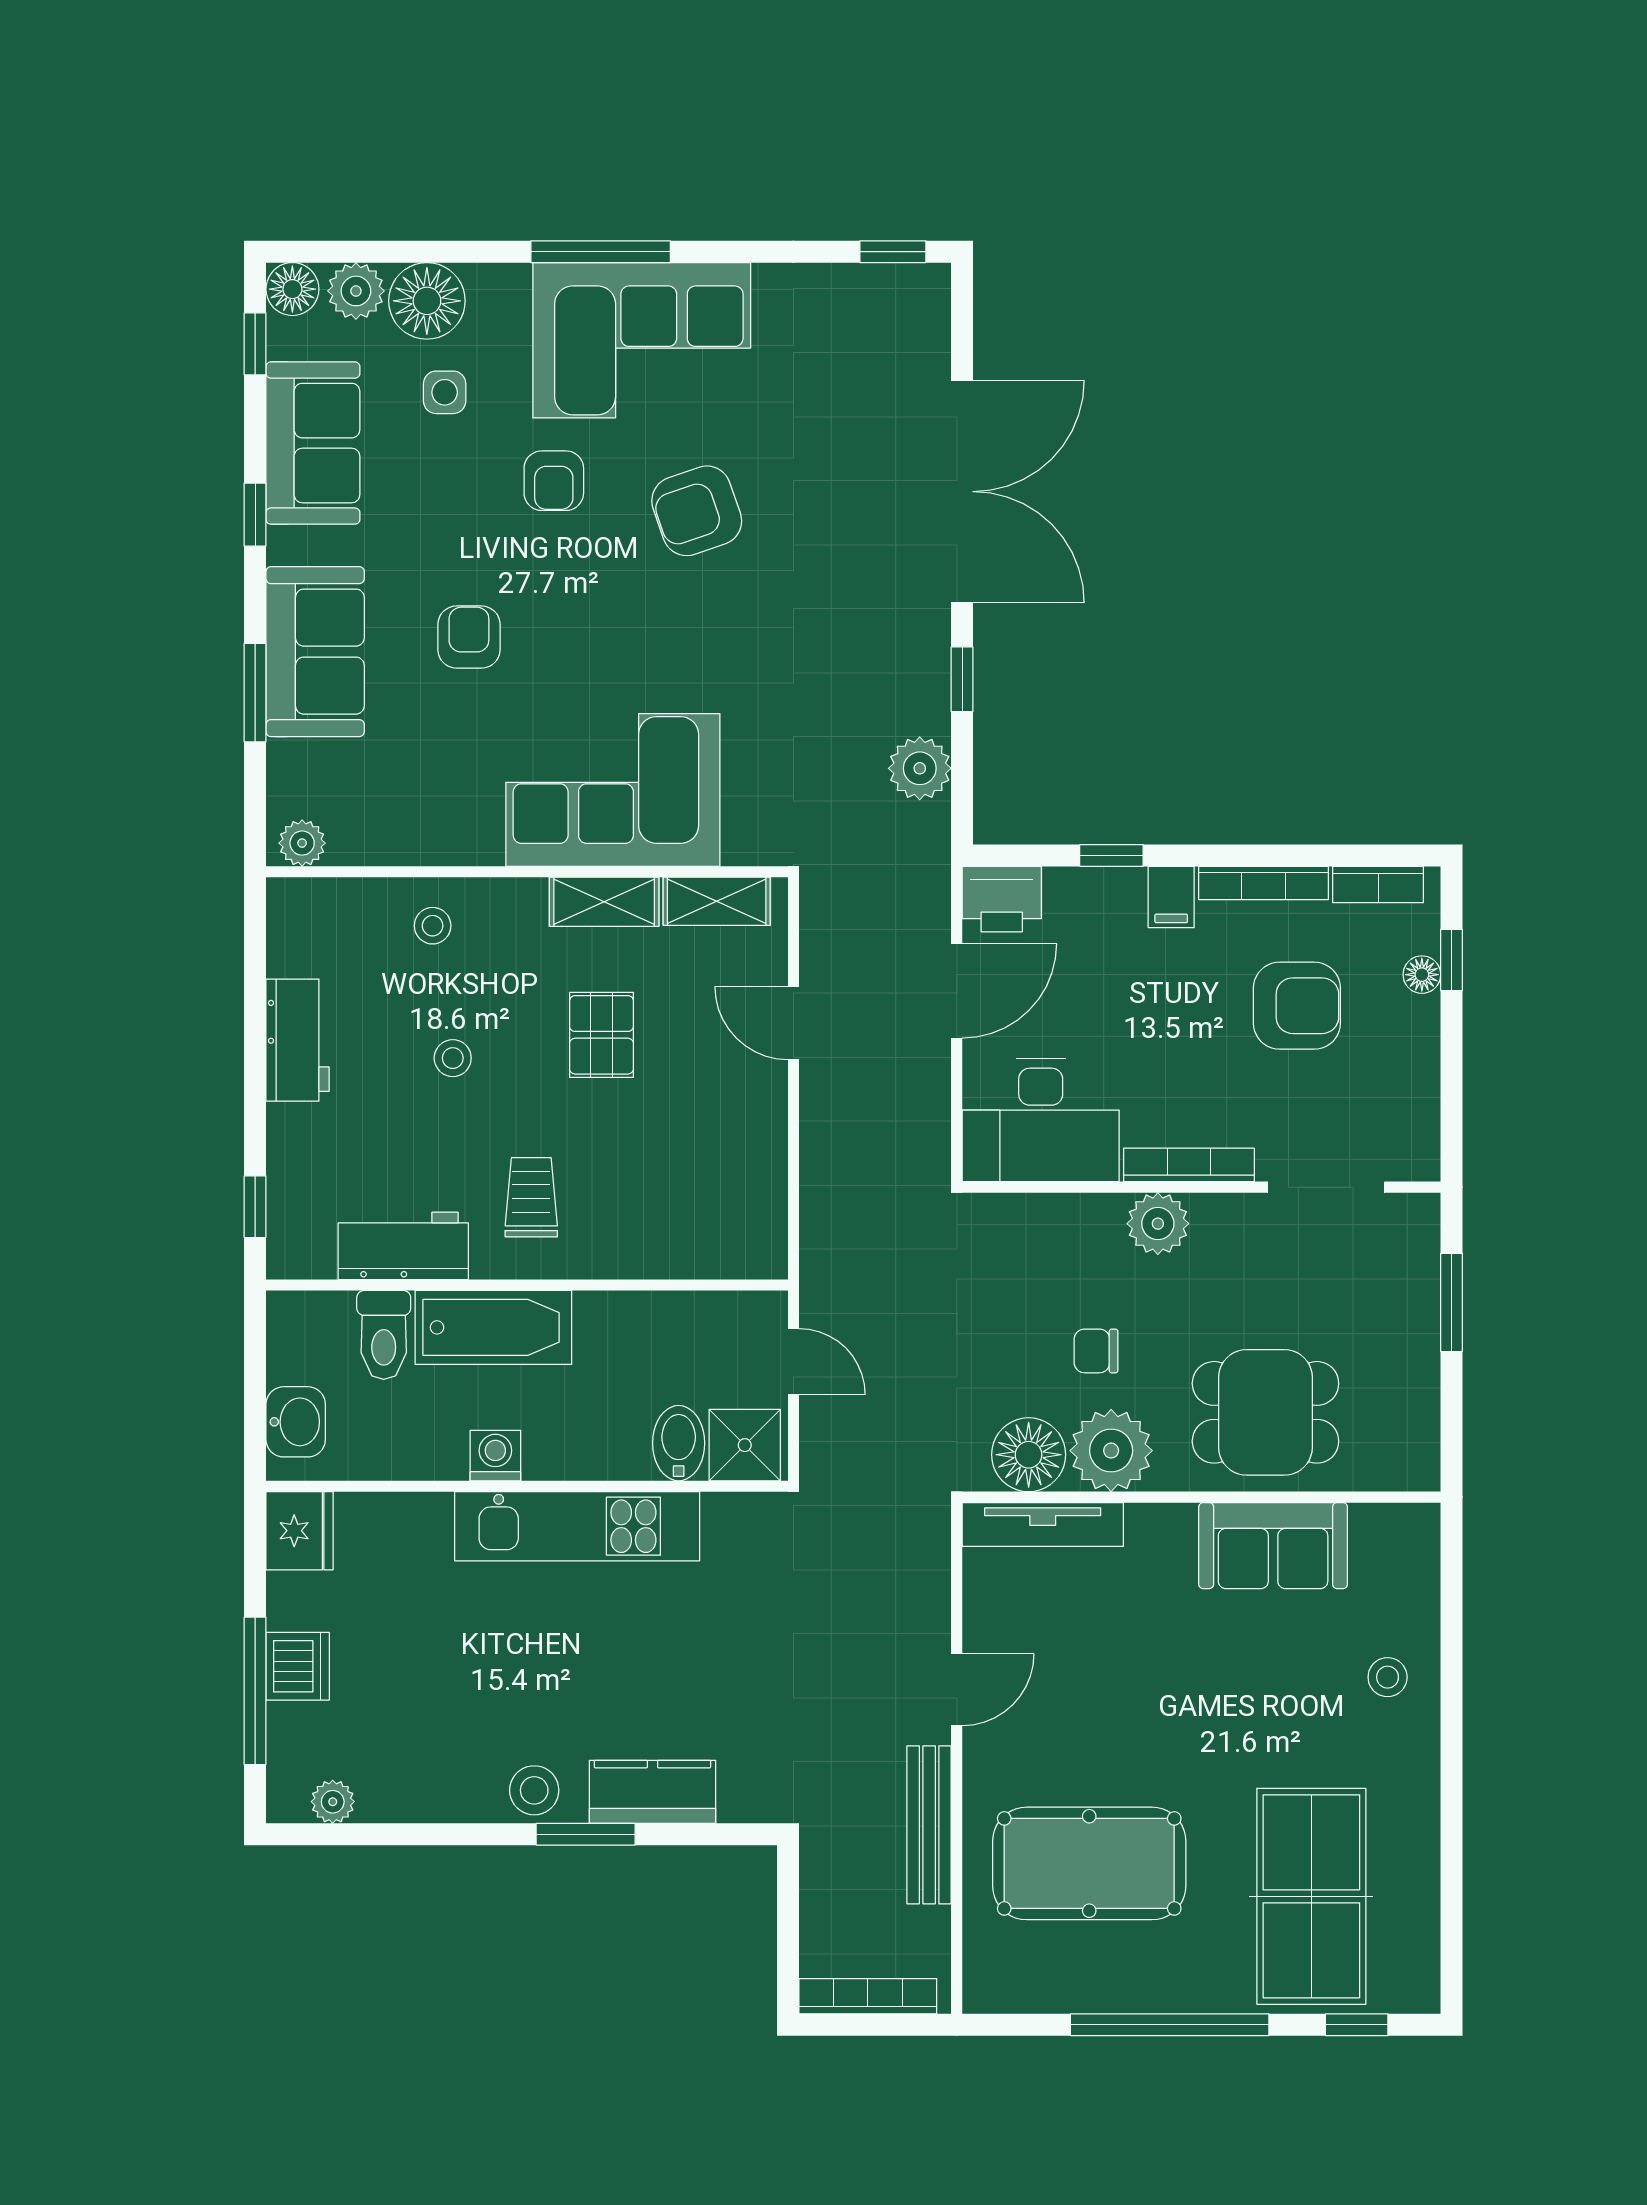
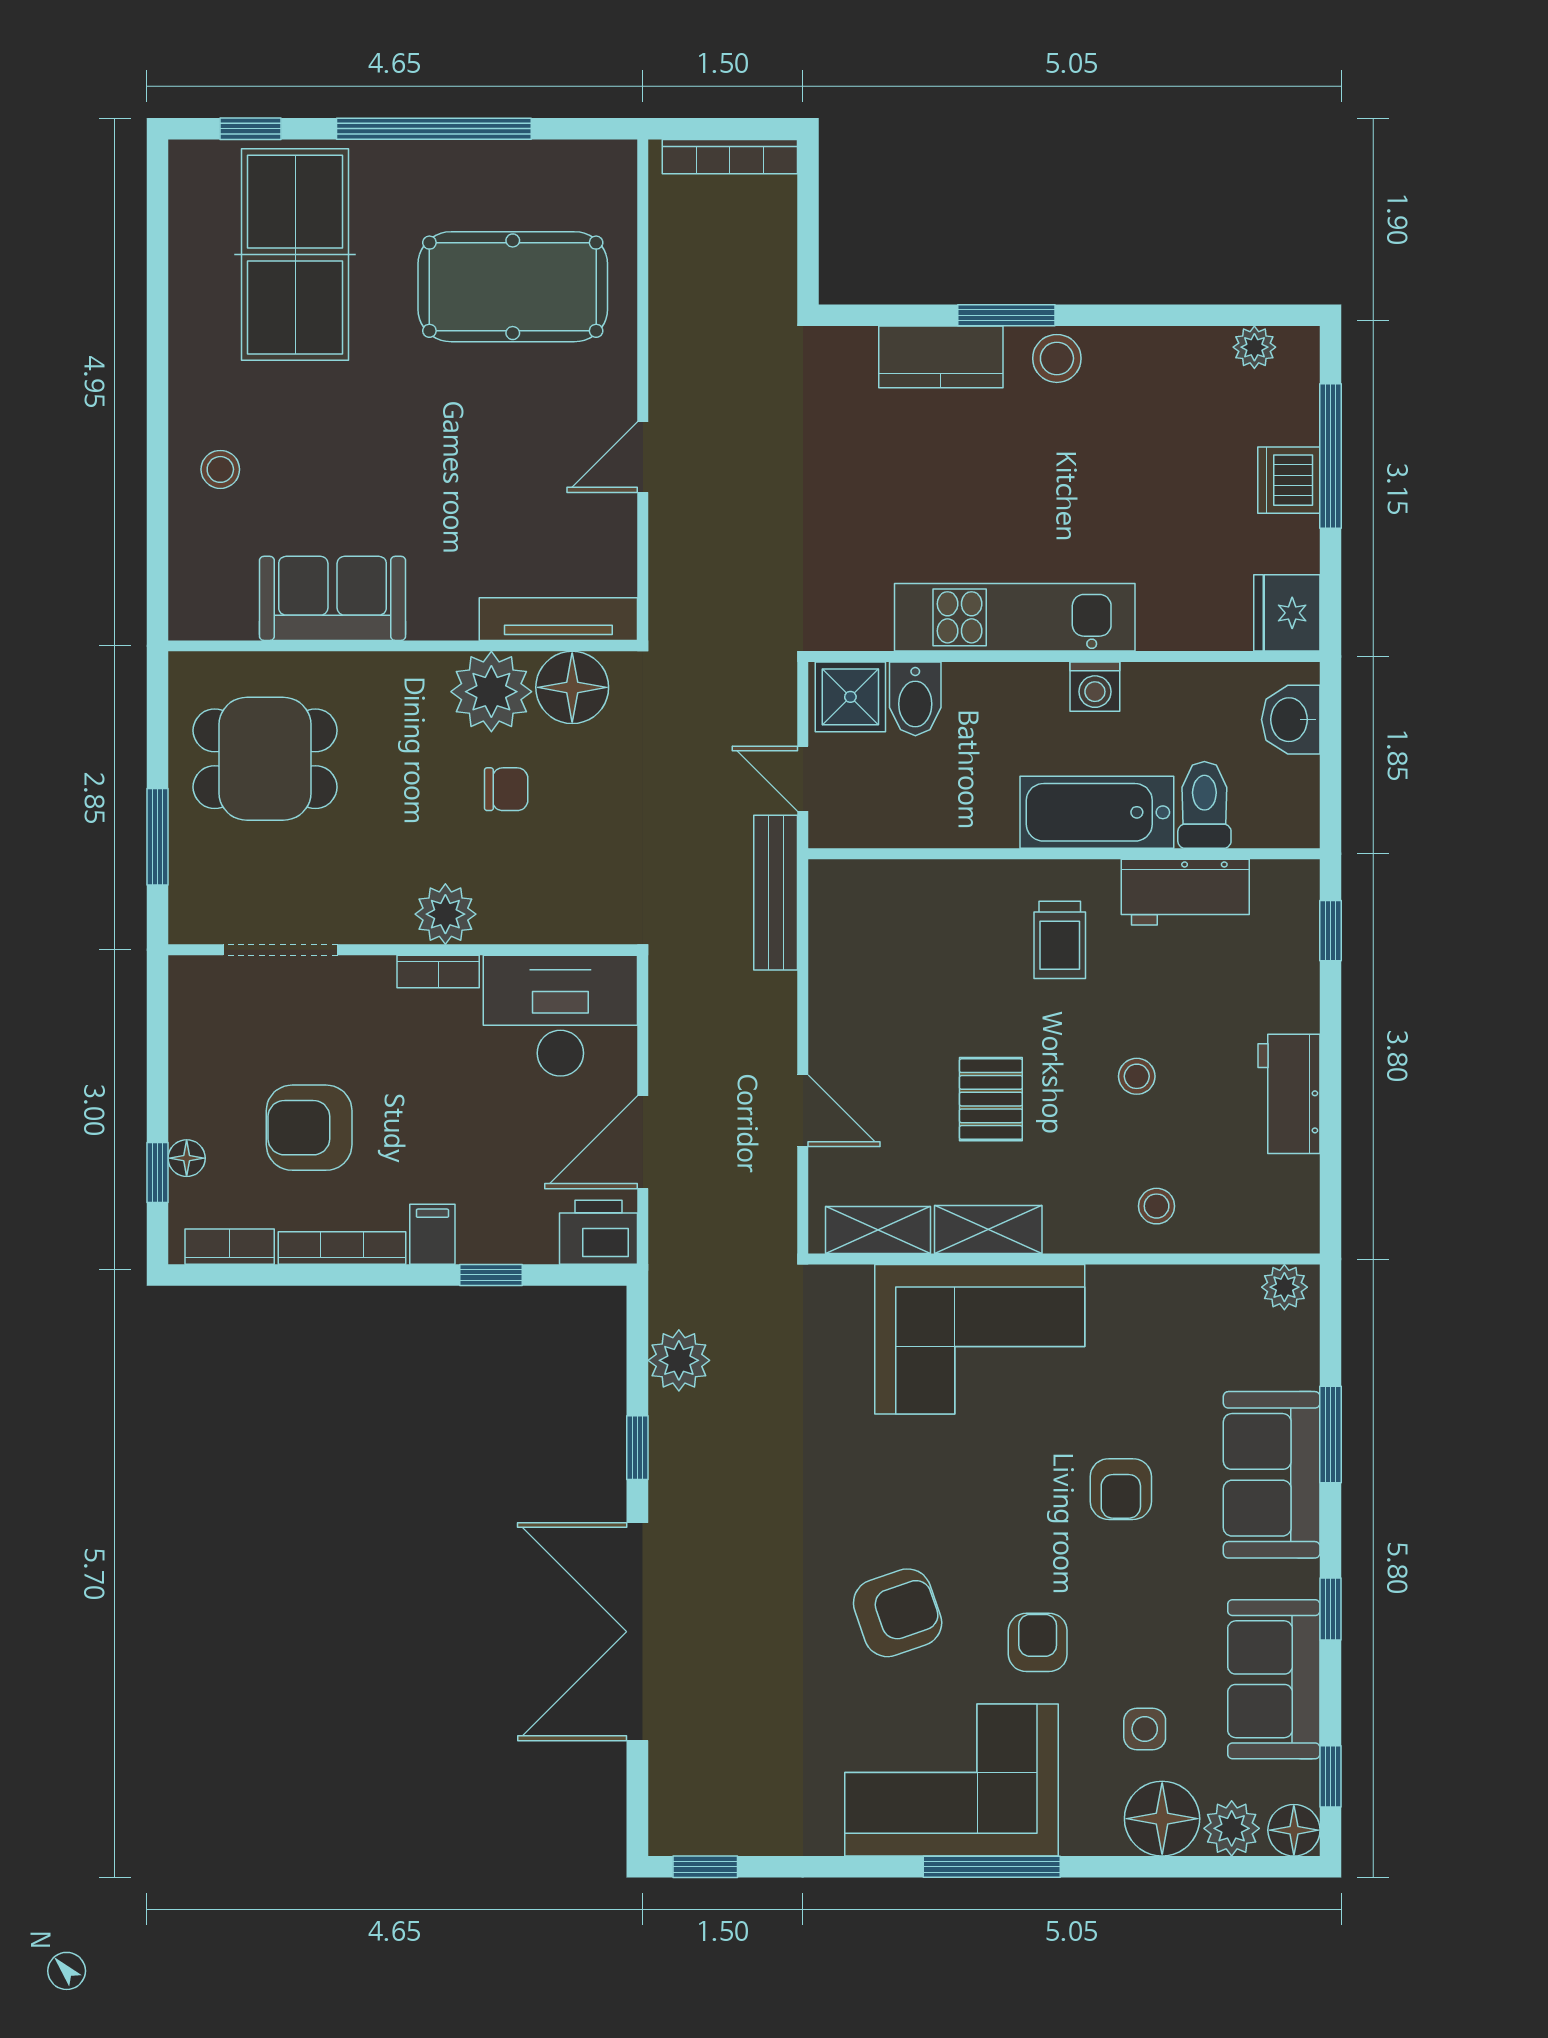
bookcase: (1189, 1165) -> (438, 972), width x0.64
dining table: (1265, 1412) -> (265, 759), moved
bench: (929, 1825) -> (776, 893), moved

